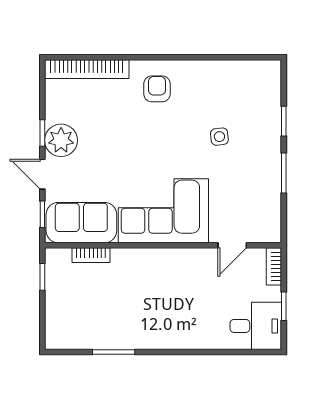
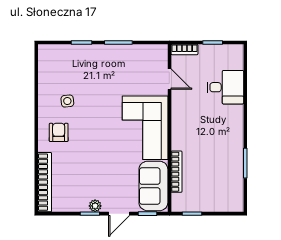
armchair: (157, 89) -> (59, 132), turned 90
side table: (219, 137) -> (67, 101), moved
plant: (61, 140) -> (95, 206), width x0.53, depth x0.53
bookcase: (91, 255) -> (176, 172), width x1.56
desk: (256, 326) -> (225, 87), moved, turned 90

